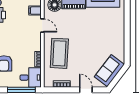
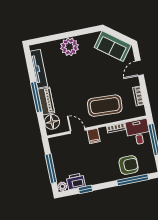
filing cabinet: (35, 11) -> (94, 136), moved
door: (42, 26) -> (78, 131), hinge flipped
plant: (116, 33) -> (69, 47), added

